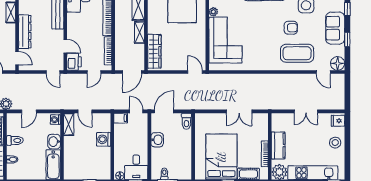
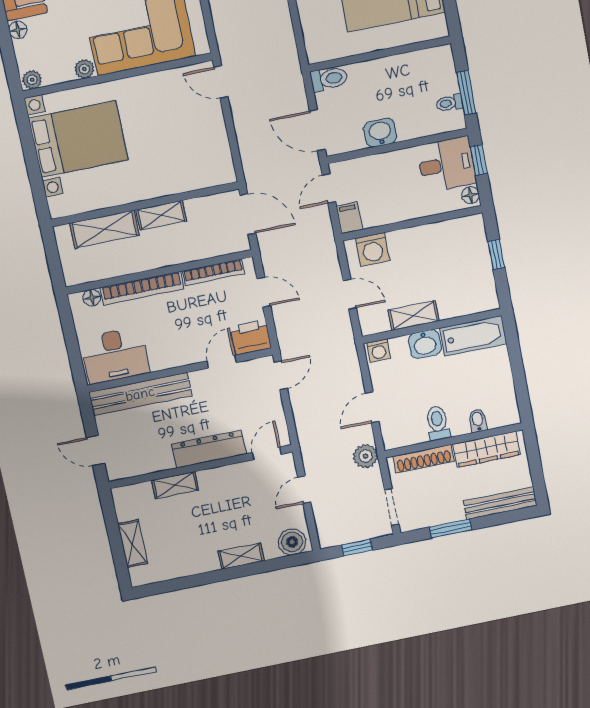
wardrobe: (154, 51) -> (194, 176), removed
door: (195, 72) -> (221, 82), hinge flipped
door: (29, 111) -> (372, 407), swing flipped
door: (85, 111) -> (350, 294), hinge flipped
shelving: (69, 124) -> (414, 315), moved
washing machine: (104, 139) -> (373, 249), moved

